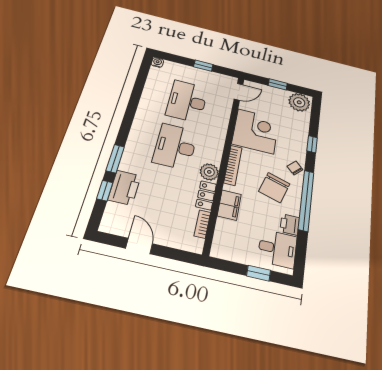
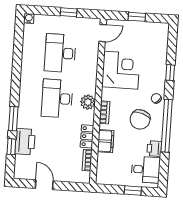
plant: (299, 102) -> (157, 32), removed
bookcase: (233, 165) -> (105, 112), width x0.64
plant: (209, 172) -> (88, 102), moved

